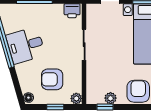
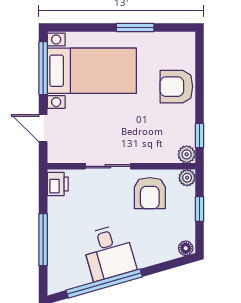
armchair: (52, 79) -> (150, 193), moved
plant: (111, 98) -> (187, 154), moved

